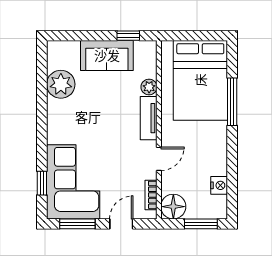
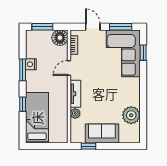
bed: (200, 80) -> (37, 118), width x0.67
window: (232, 102) -> (23, 104), width x0.46
window: (232, 156) -> (23, 70), added
nightstand: (219, 185) -> (31, 64), moved
door: (121, 224) -> (93, 27), swing flipped

